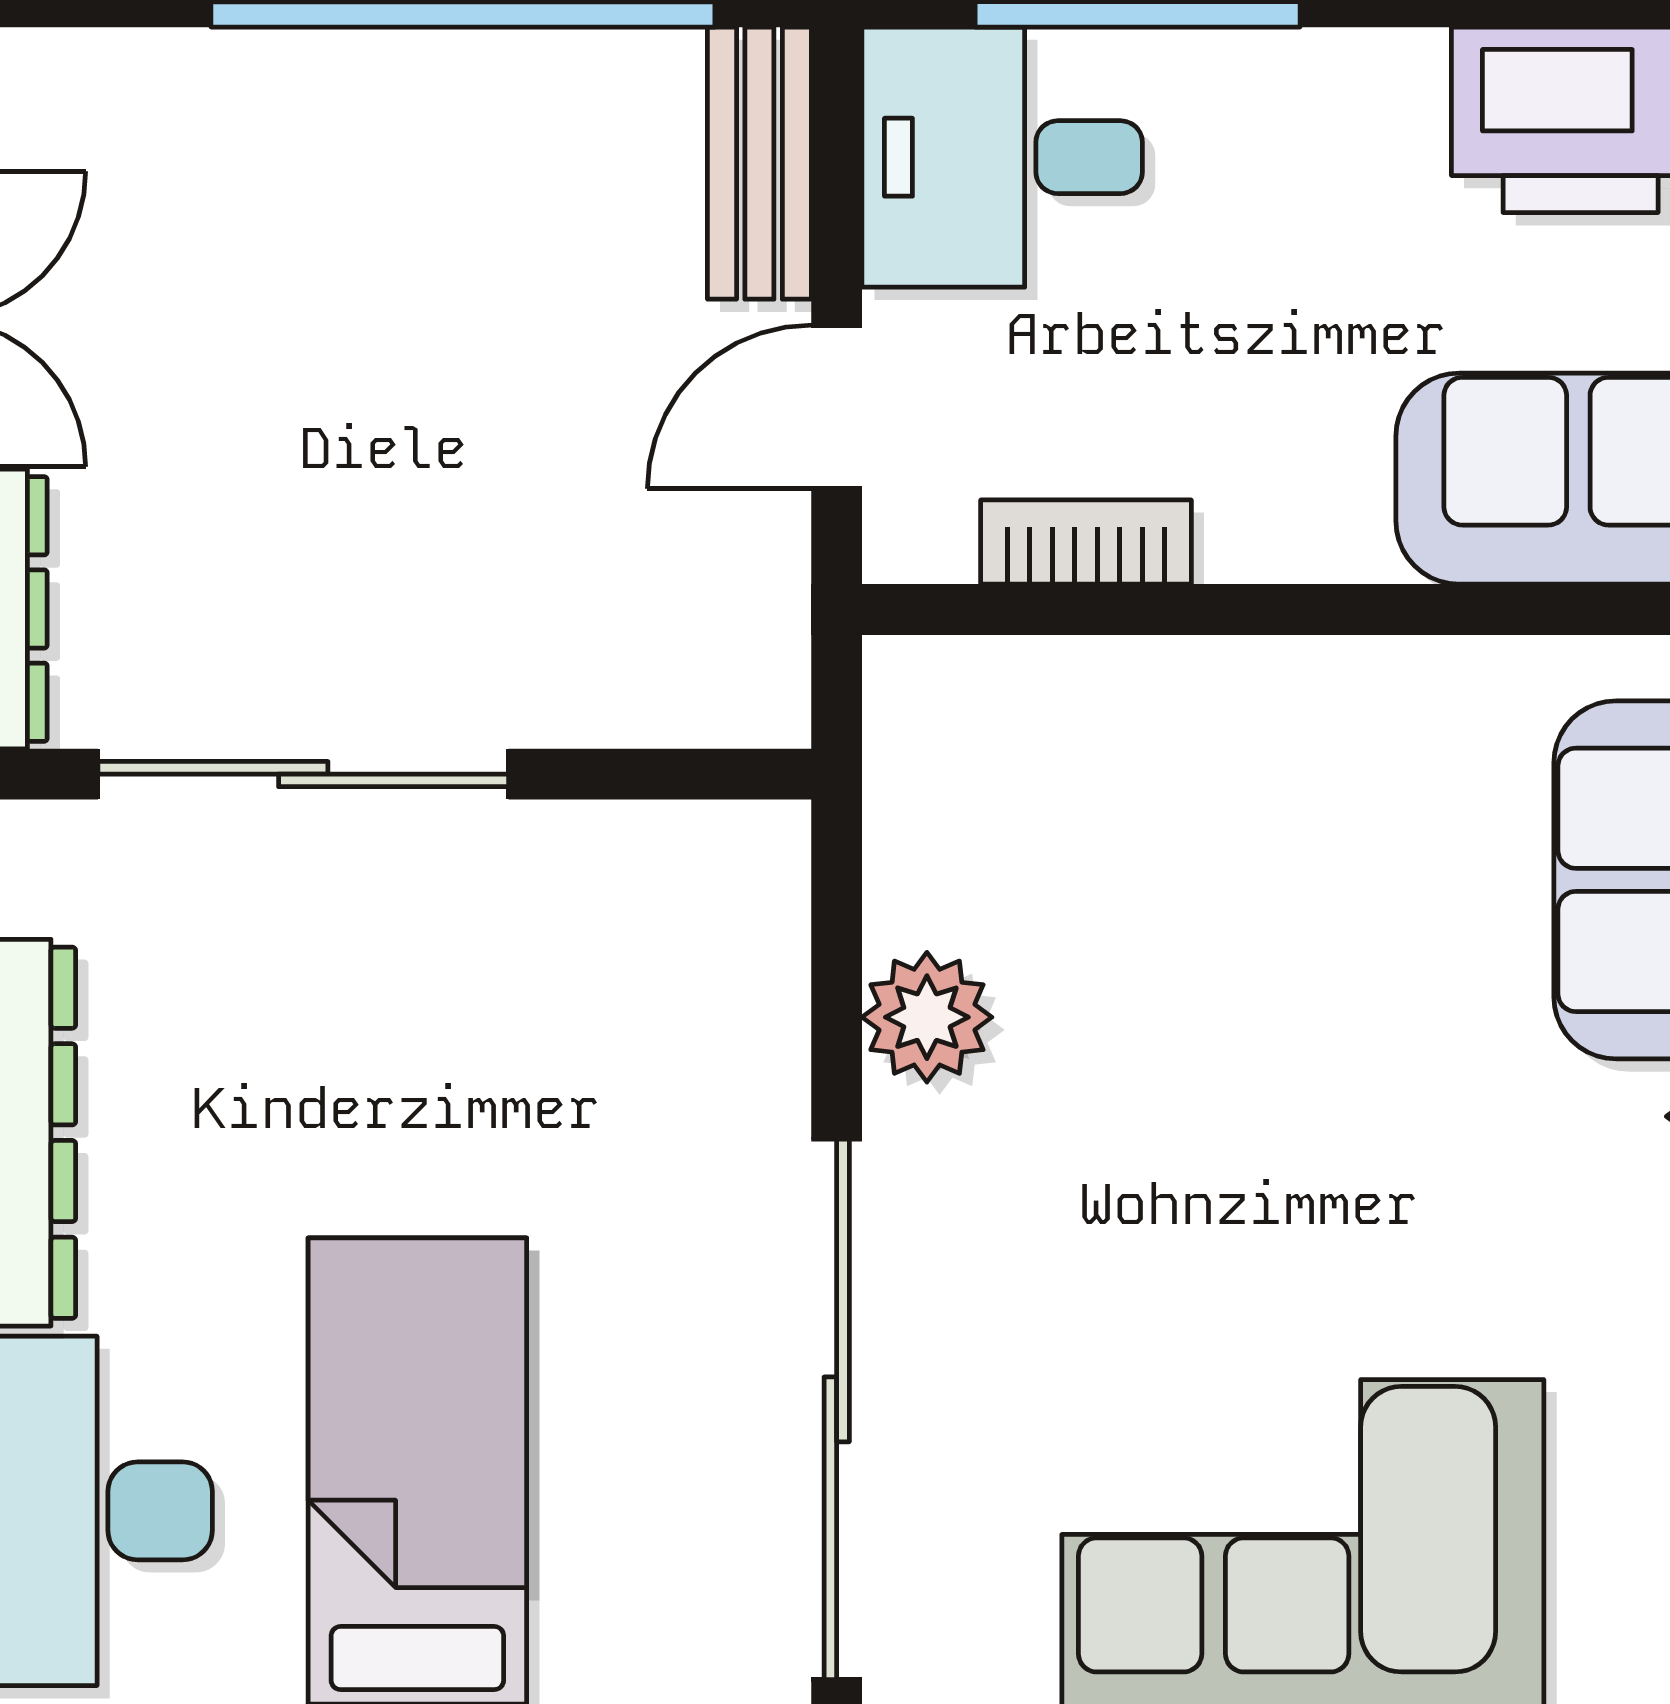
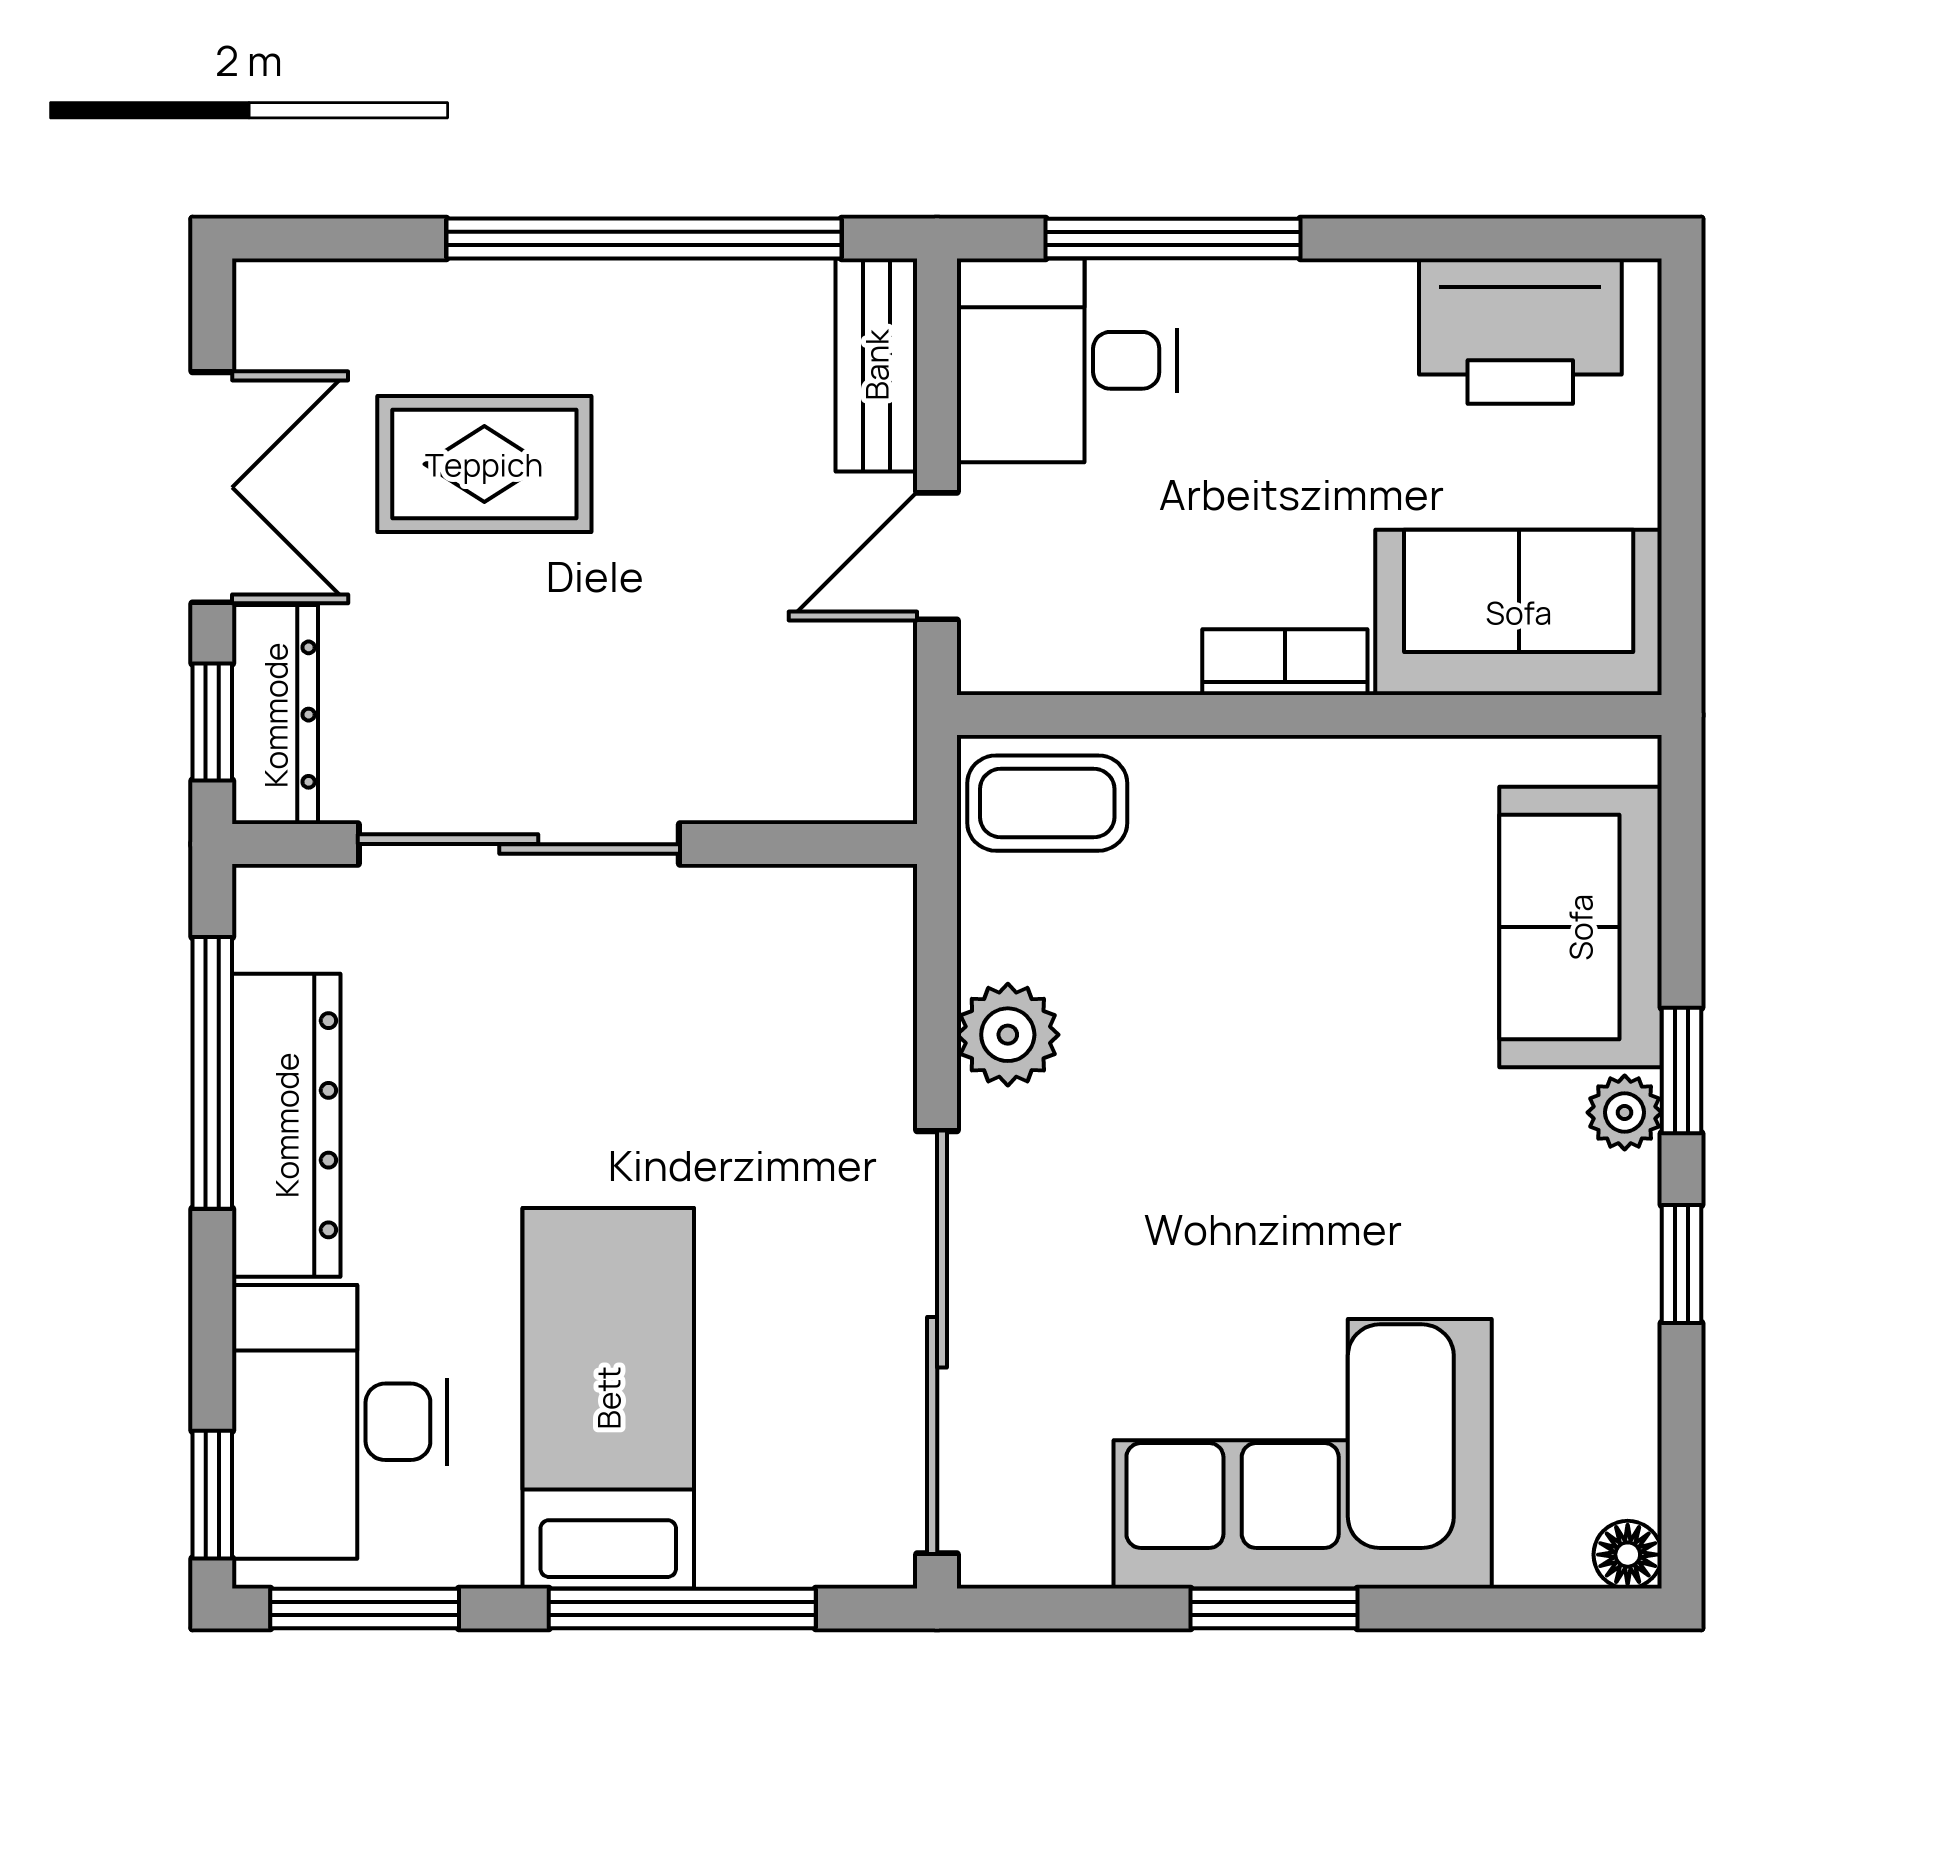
rug: (259, 289) -> (484, 464), added
bookcase: (1086, 542) -> (1285, 662), moved
coffee table: (977, 722) -> (1047, 803), added

